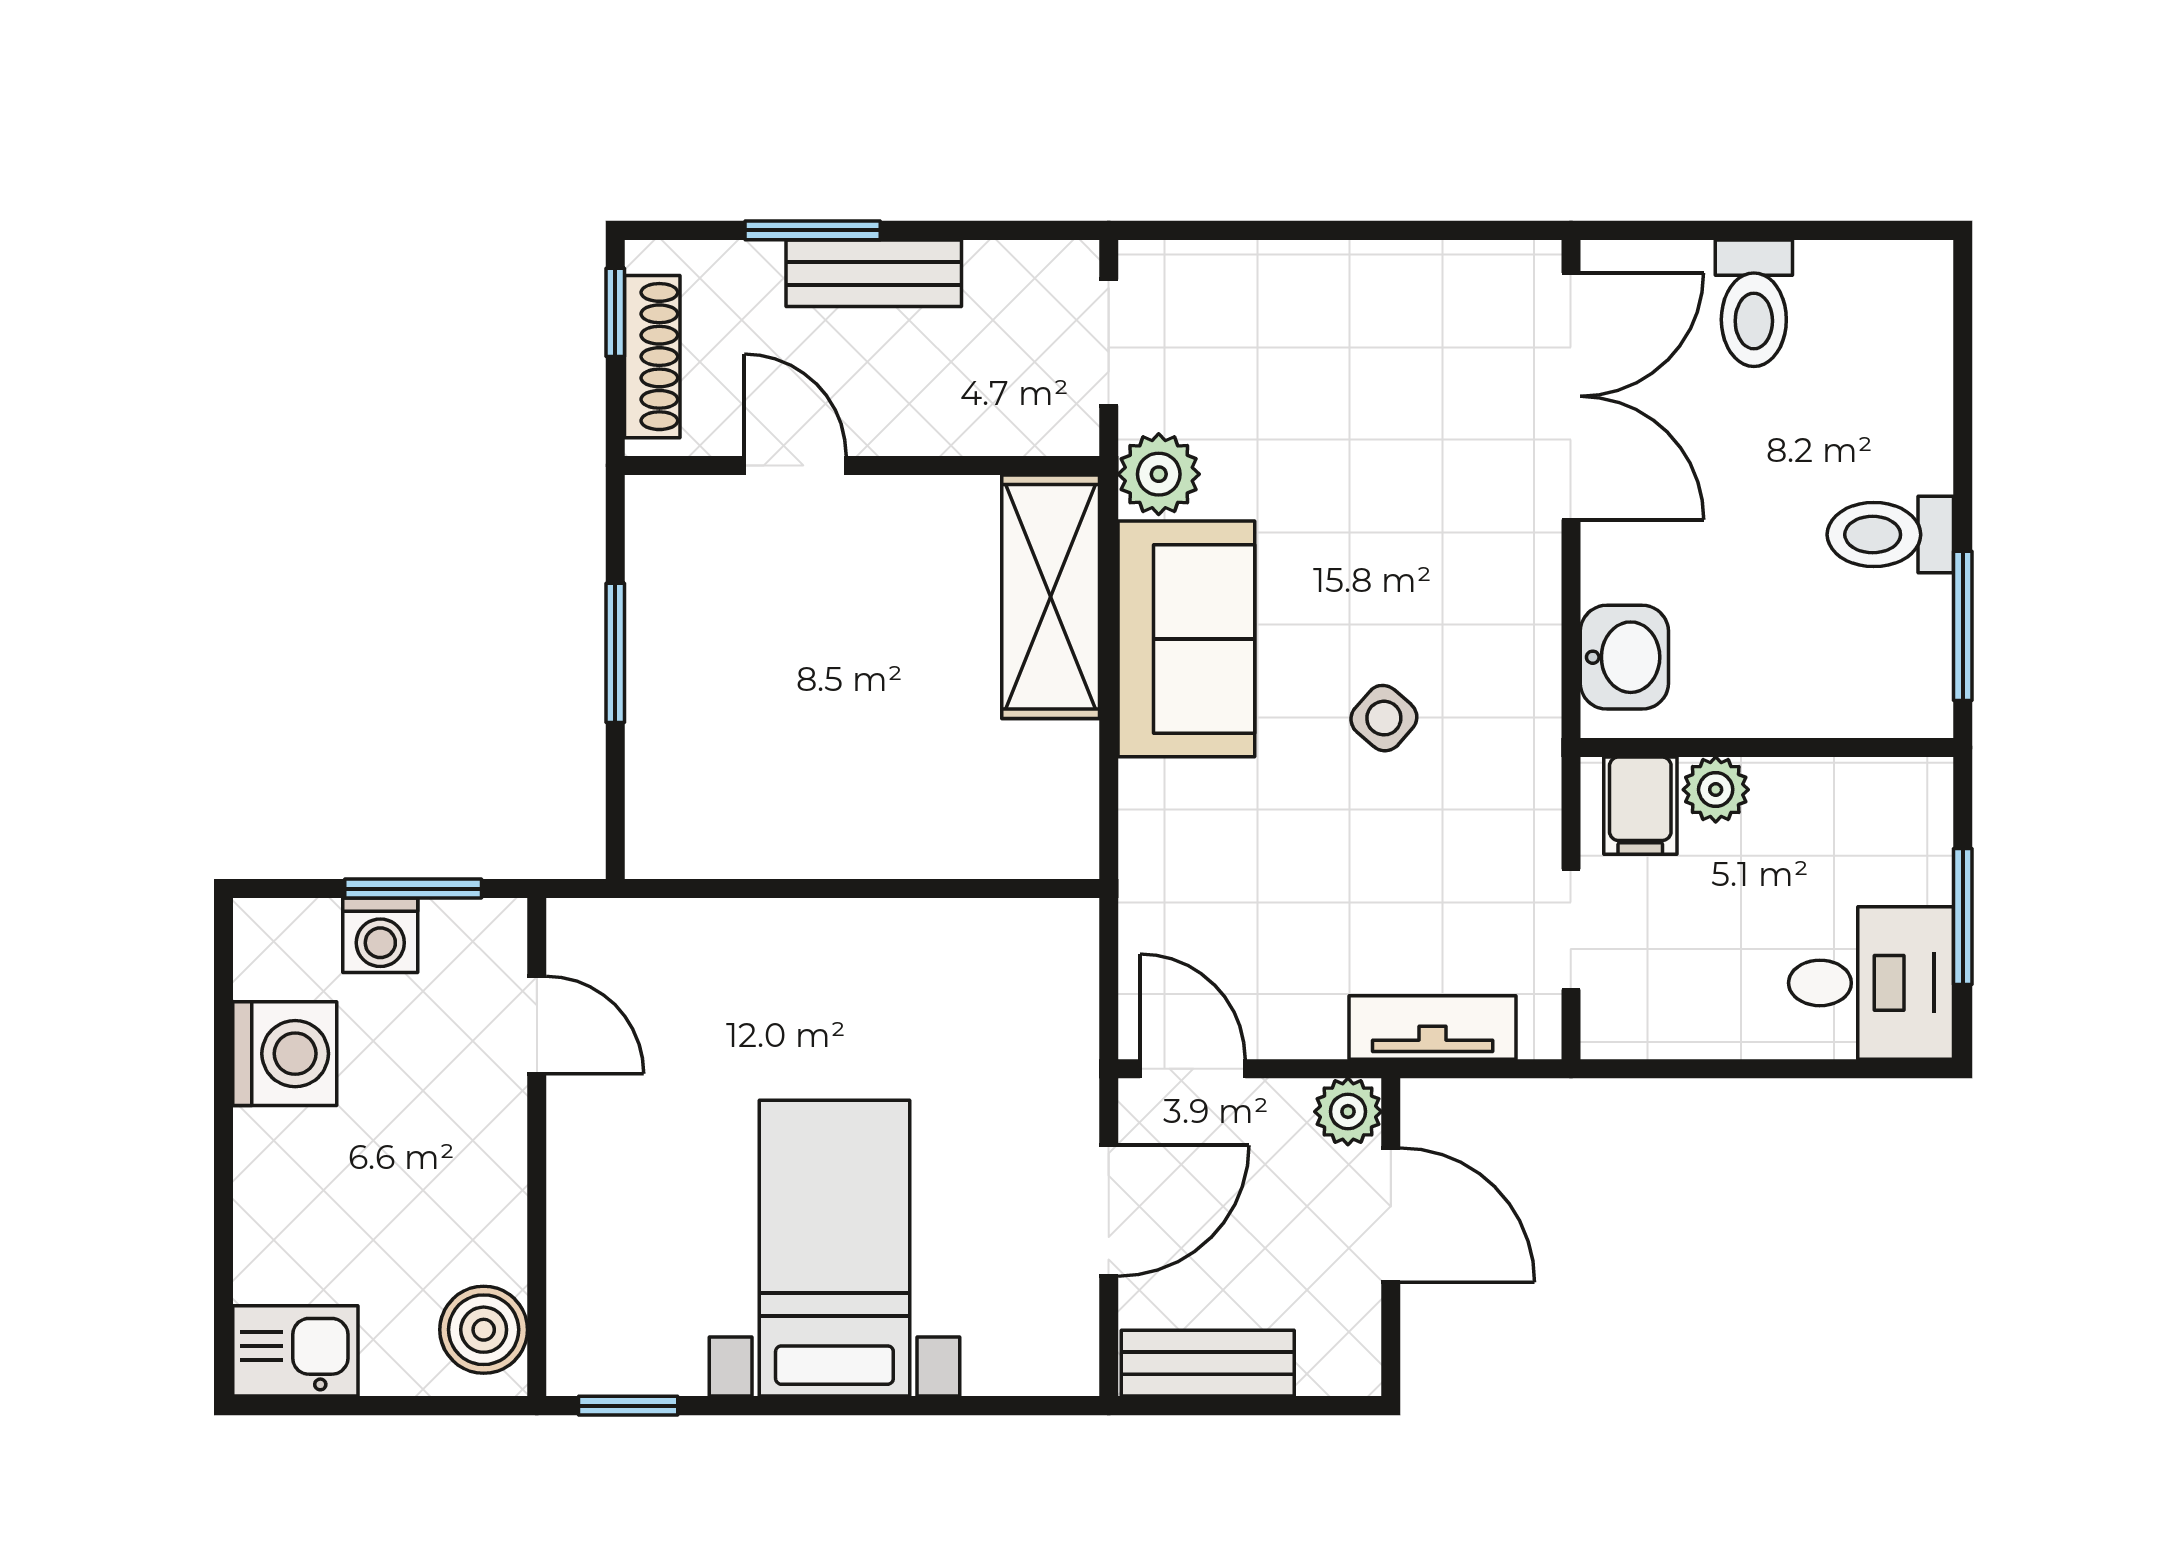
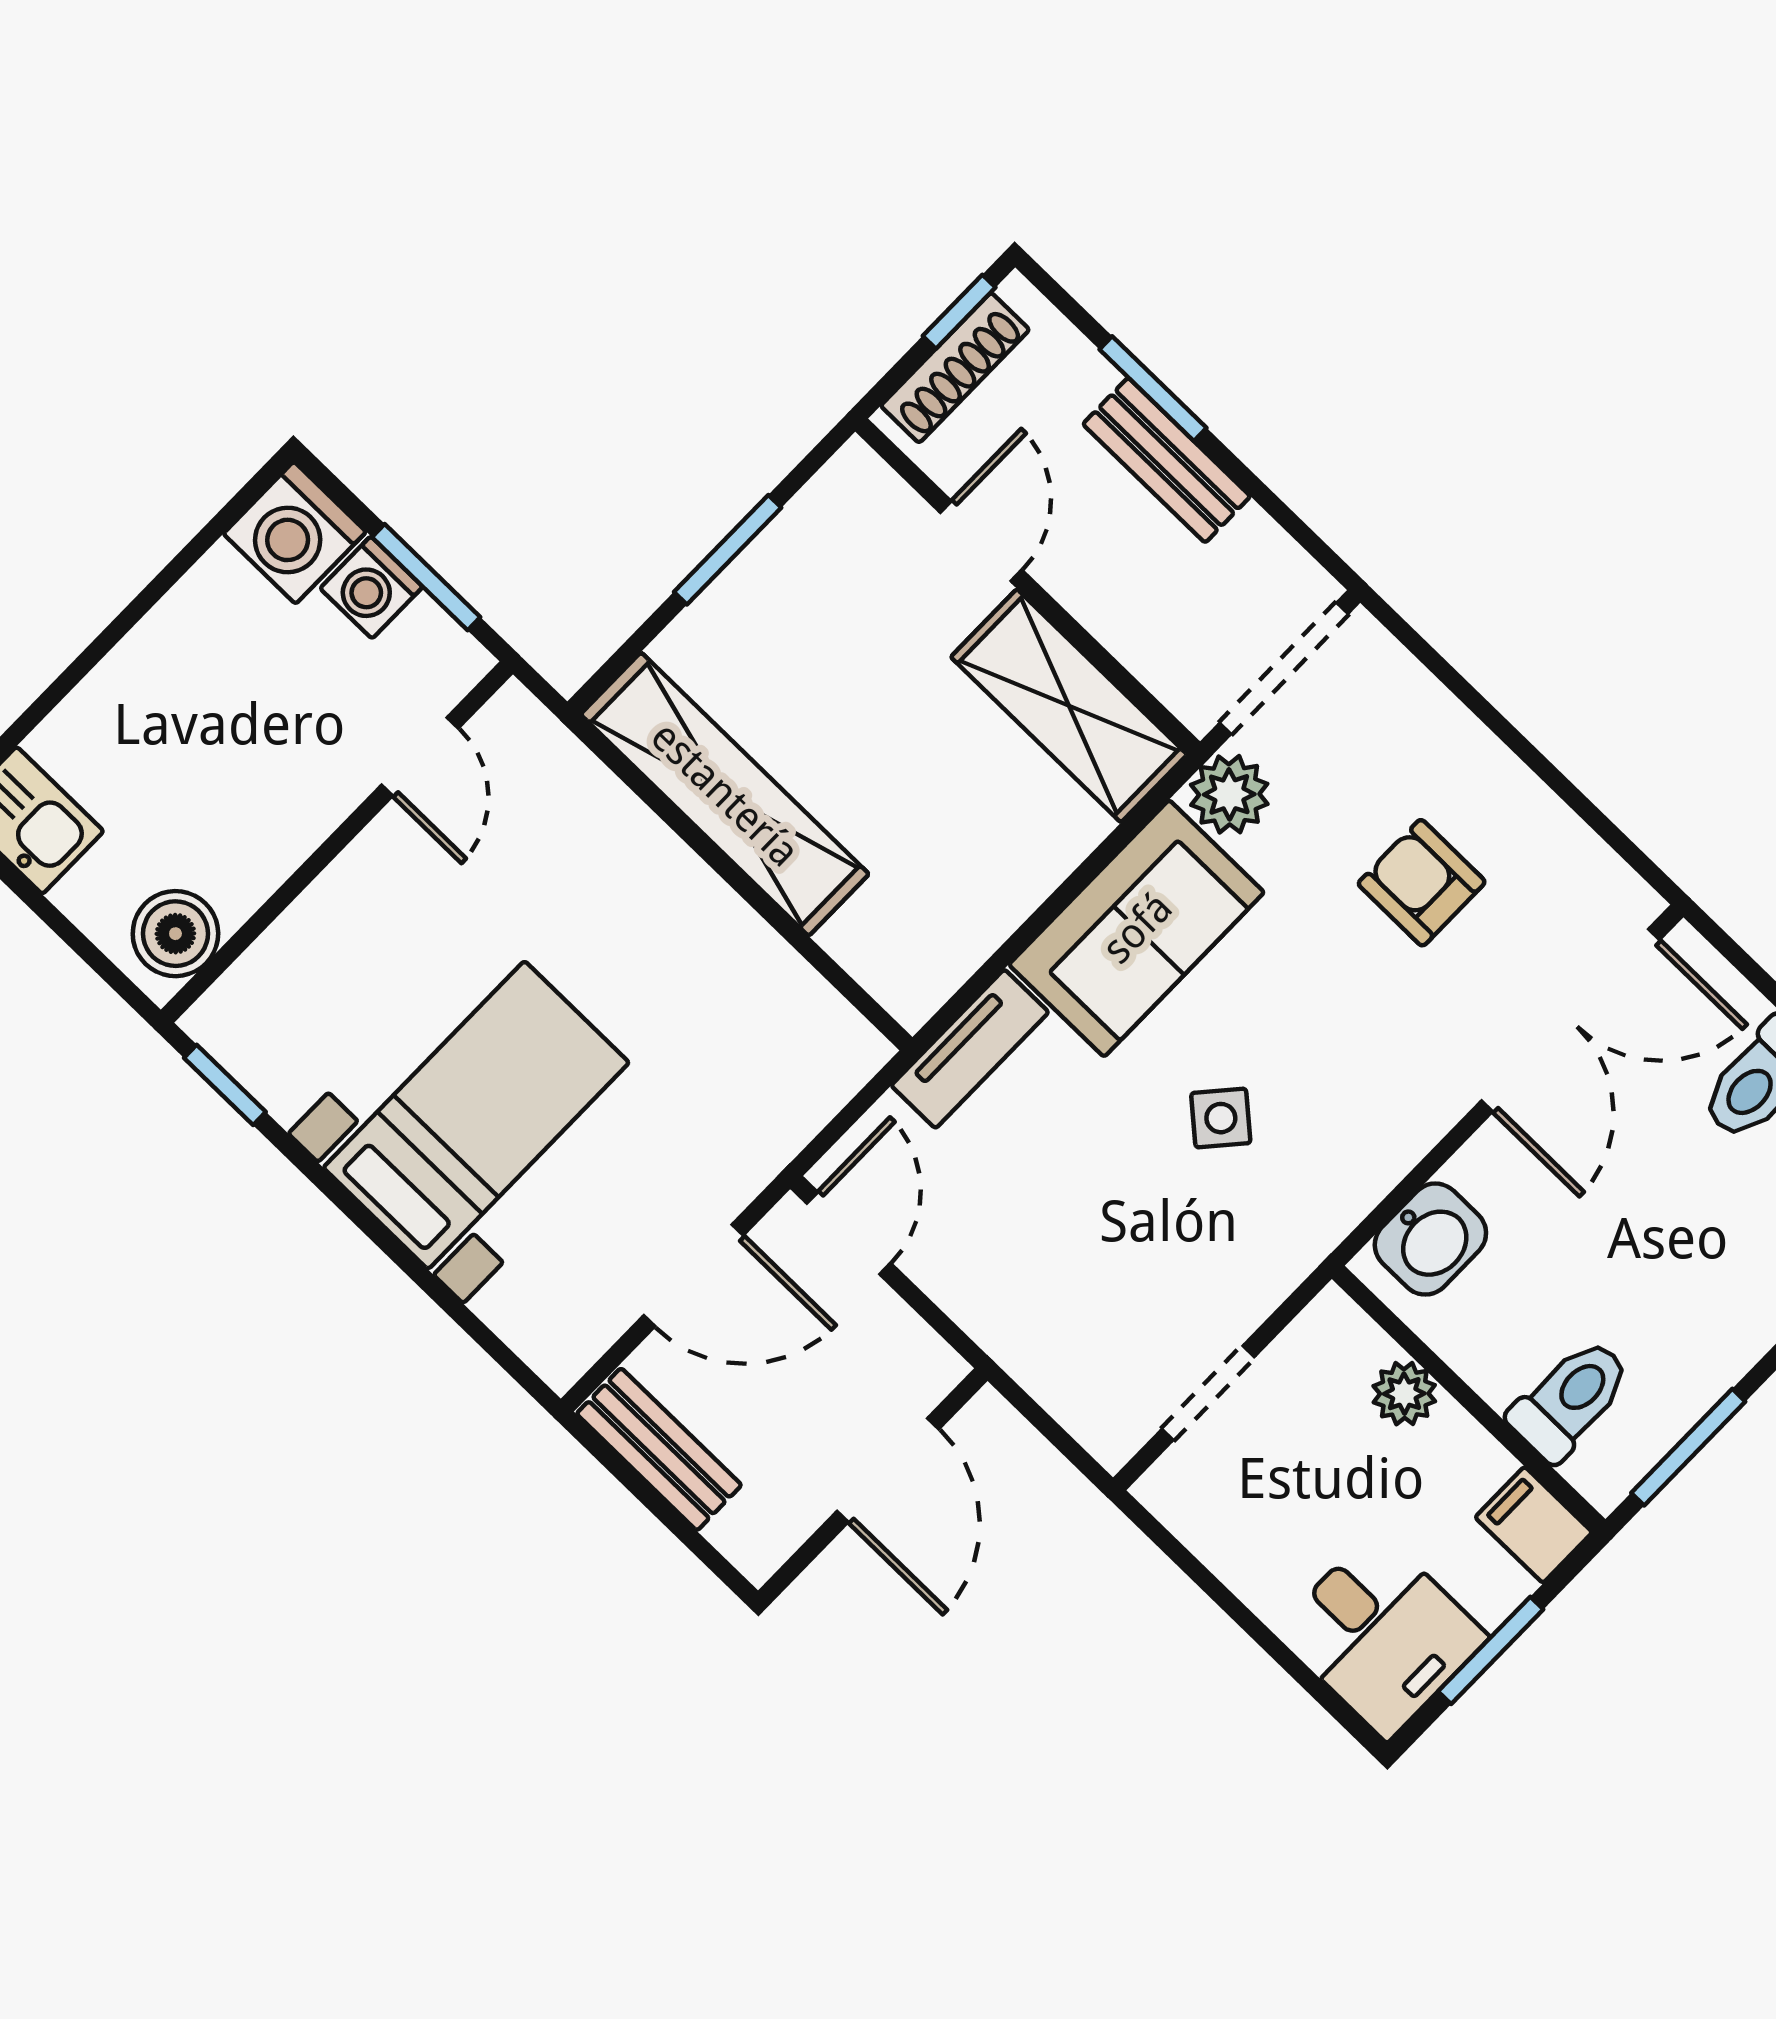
doorway: (1109, 343) -> (1284, 668), width x1.38
armchair: (1363, 402) -> (1422, 883), added
toilet: (1890, 535) -> (1570, 1399), moved, turned 90
shelving: (1051, 597) -> (1069, 706), moved, turned 90
filing cabinet: (1640, 806) -> (1534, 1525), moved, turned 90
shelving: (788, 835) -> (725, 794), added
tv unit: (1433, 1027) -> (970, 1049), moved, turned 90
washing machine: (285, 1054) -> (295, 533), moved, turned 90
plant: (1348, 1112) -> (928, 1369), removed

